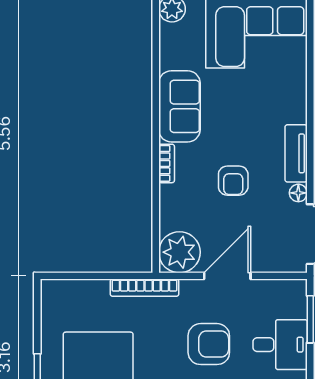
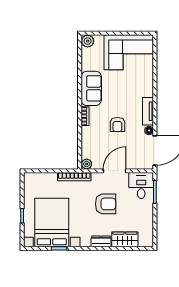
plant: (179, 252) -> (87, 164), width x0.53, depth x0.53
desk: (280, 345) -> (141, 185), moved, turned -90

